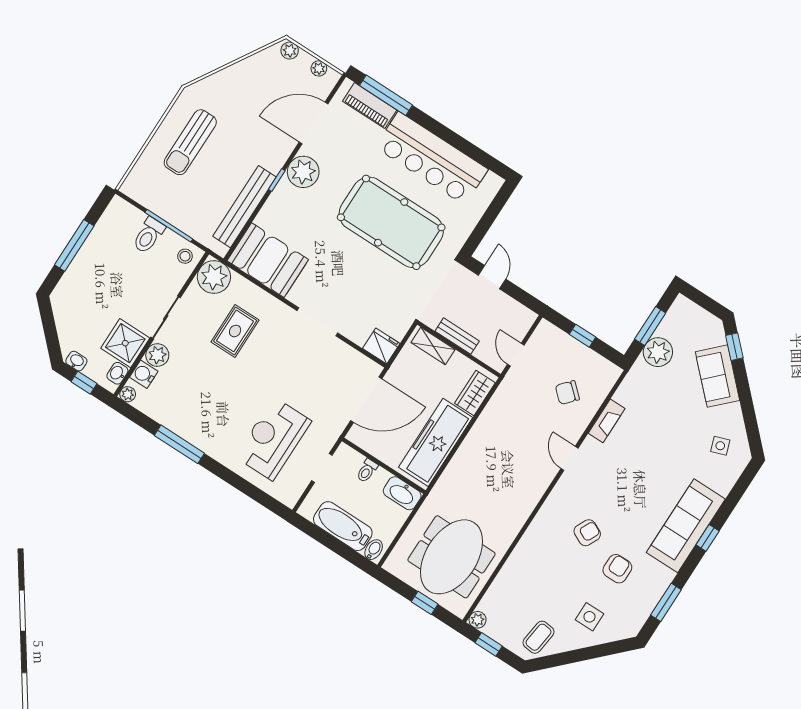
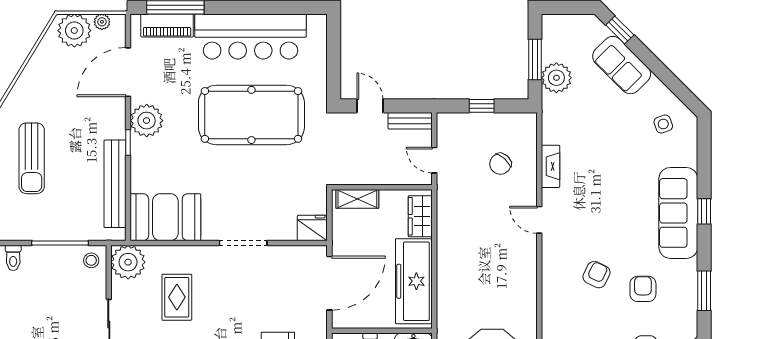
plant: (290, 51) -> (74, 31), width x1.88, depth x1.88
toilet: (149, 235) -> (13, 258), moved, width x0.73, depth x0.72
bench: (457, 336) -> (410, 121), moved

